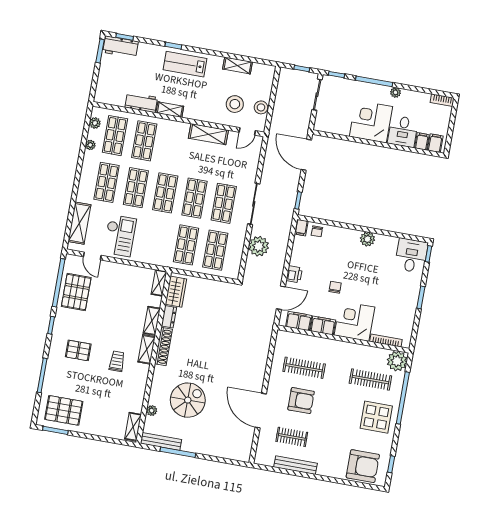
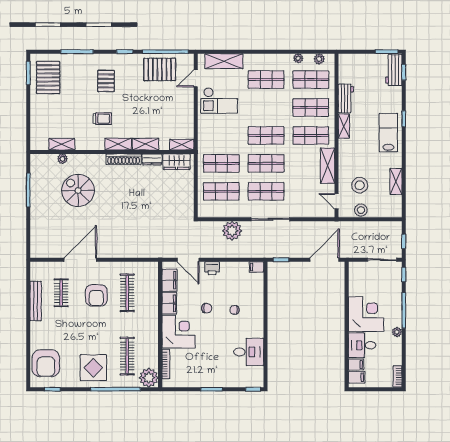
shop shelf: (136, 188) -> (311, 135), moved
chair: (317, 231) -> (234, 310), moved
plant: (367, 239) -> (257, 330), removed
desk: (411, 256) -> (249, 352), moved
spiral stairs: (188, 400) -> (78, 190), turned 180
shelving: (133, 427) -> (62, 144), moved
bench: (161, 442) -> (35, 173), removed

